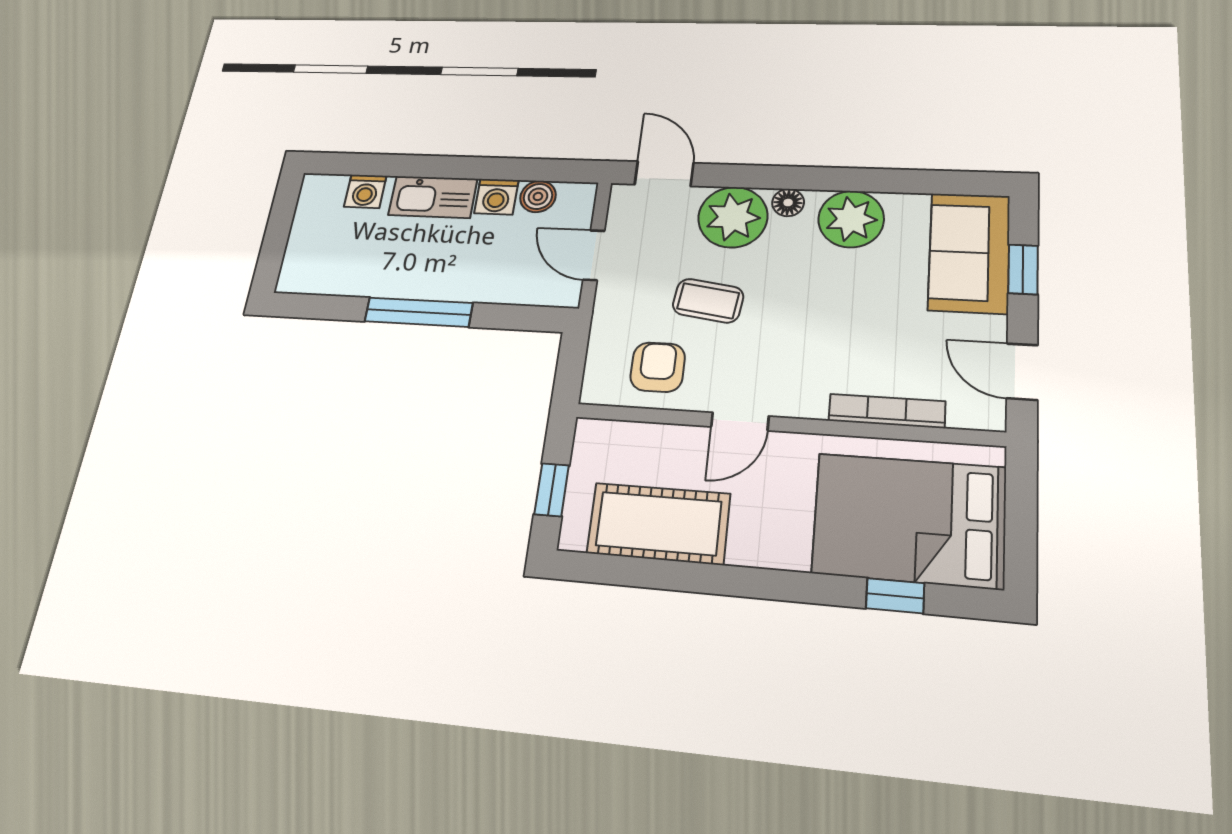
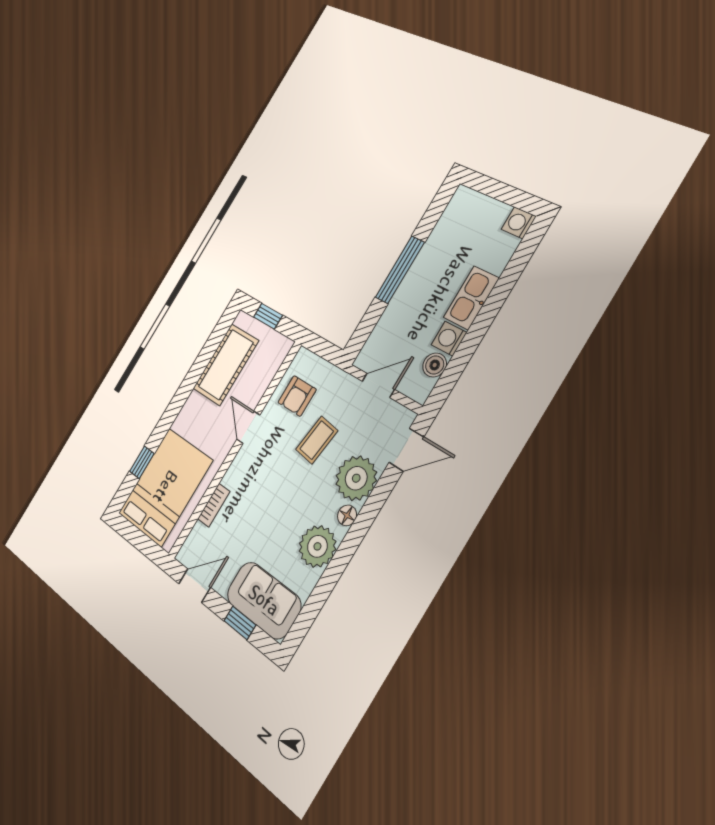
washing machine: (365, 191) -> (519, 223), moved
armchair: (658, 367) -> (297, 396), turned 90
bookcase: (887, 411) -> (214, 505), width x0.64

